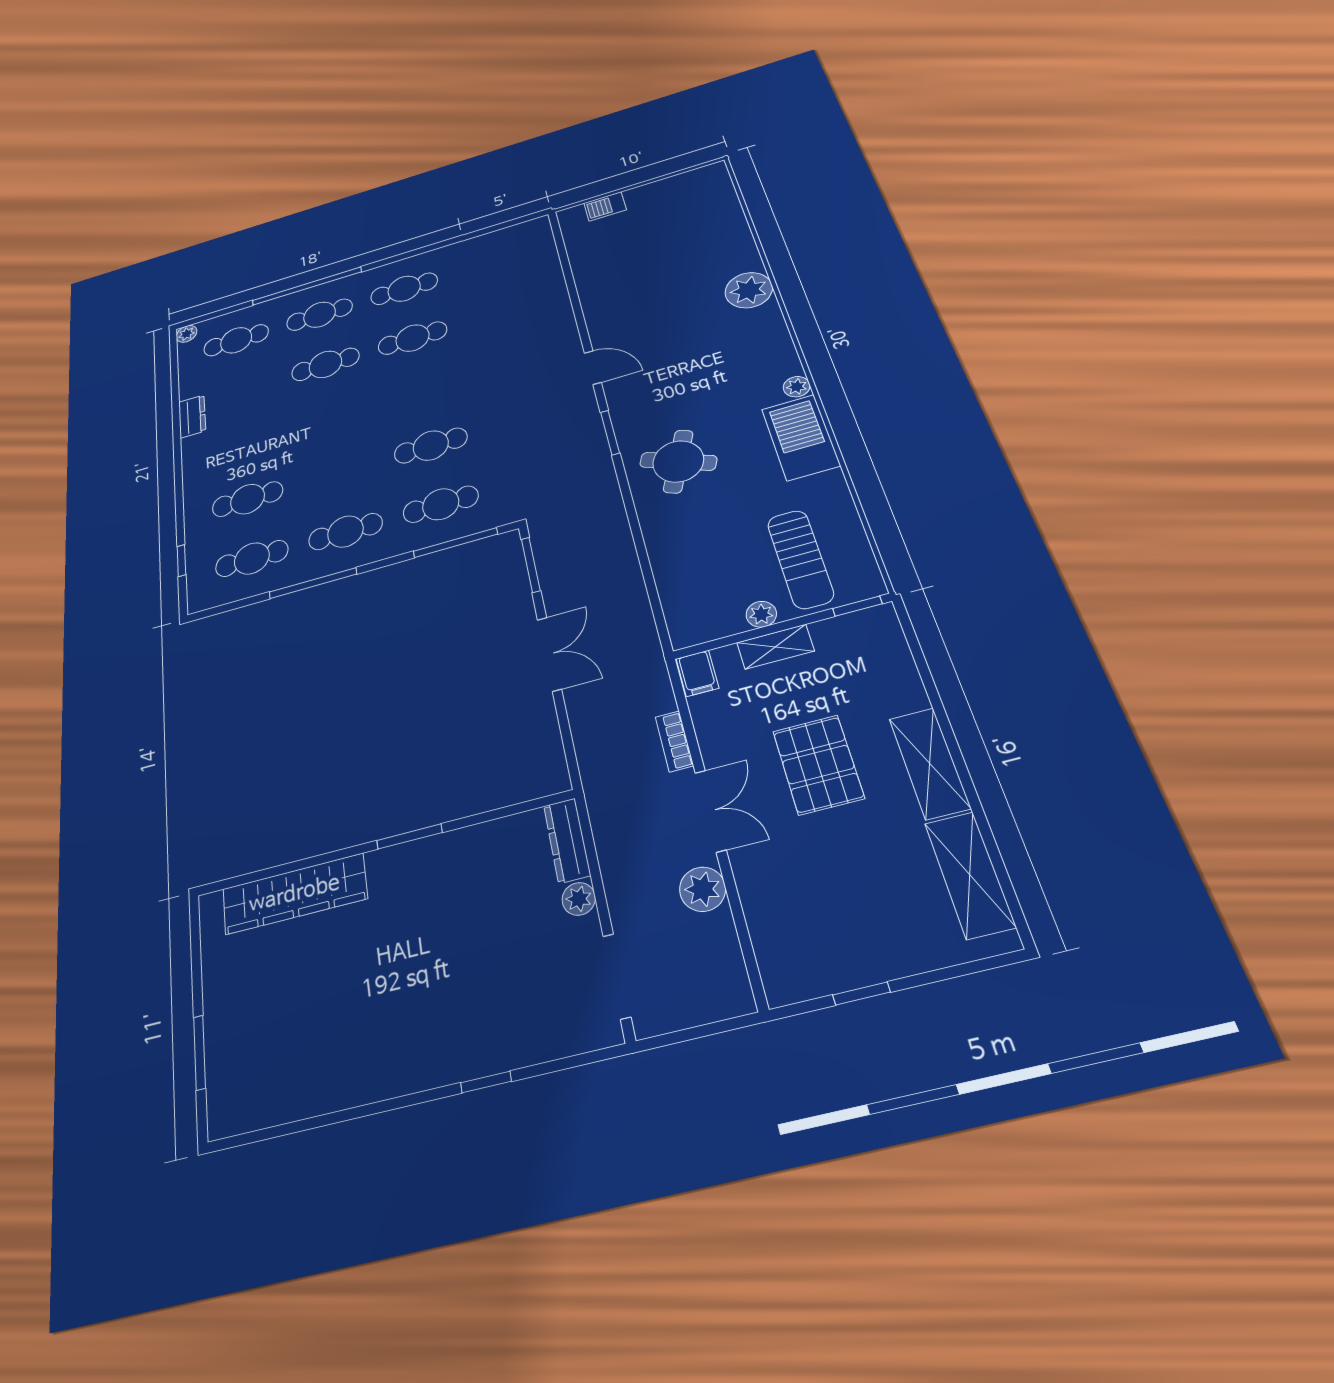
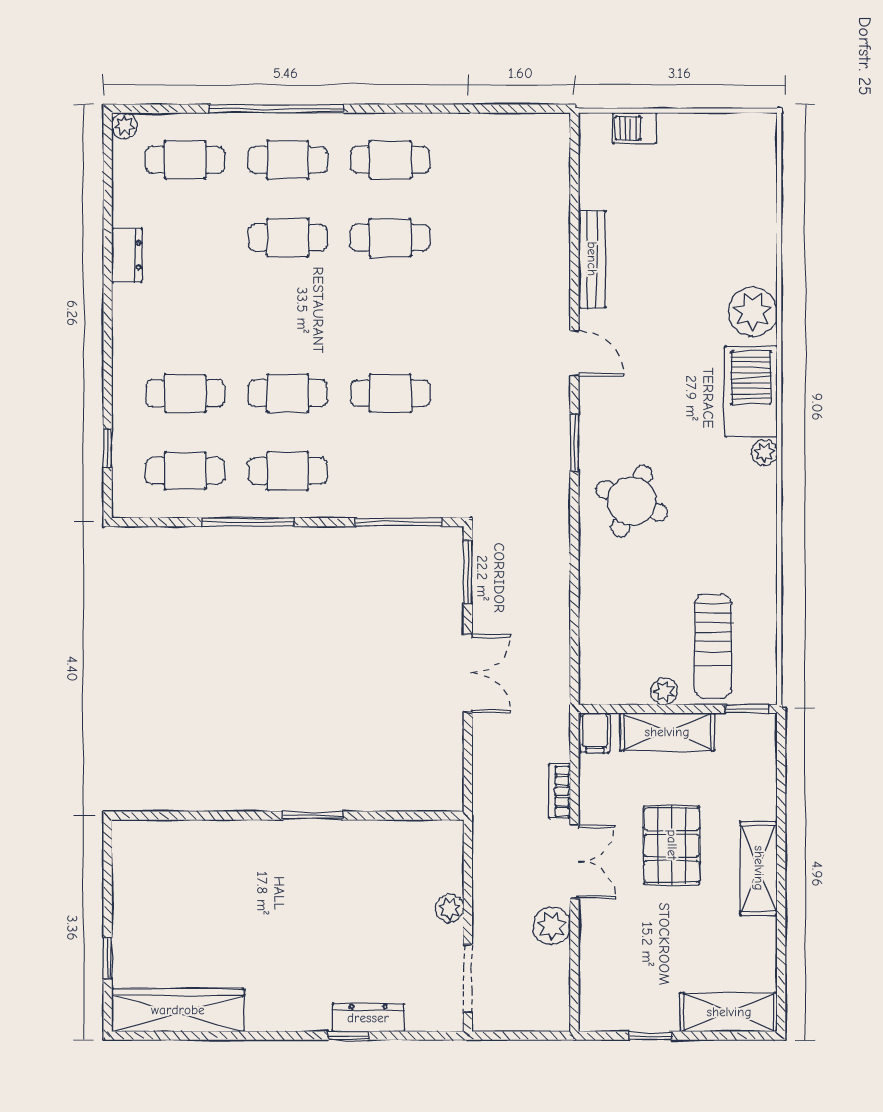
bench: (591, 299) -> (592, 259), added
barbecue: (801, 437) -> (751, 392), moved
cafe table: (441, 504) -> (288, 393), moved
shelving: (775, 647) -> (667, 732), width x1.50, depth x1.33
dresser: (567, 840) -> (368, 1018), moved, turned 90
shelving: (970, 875) -> (729, 1012), moved, turned 90
wardrobe: (294, 894) -> (178, 1010), moved, turned 180
window: (200, 1052) -> (108, 958), width x0.67

